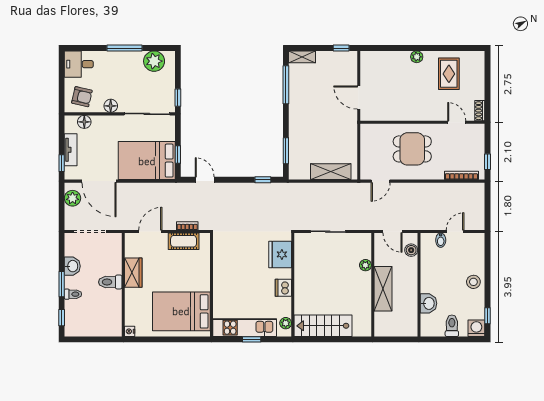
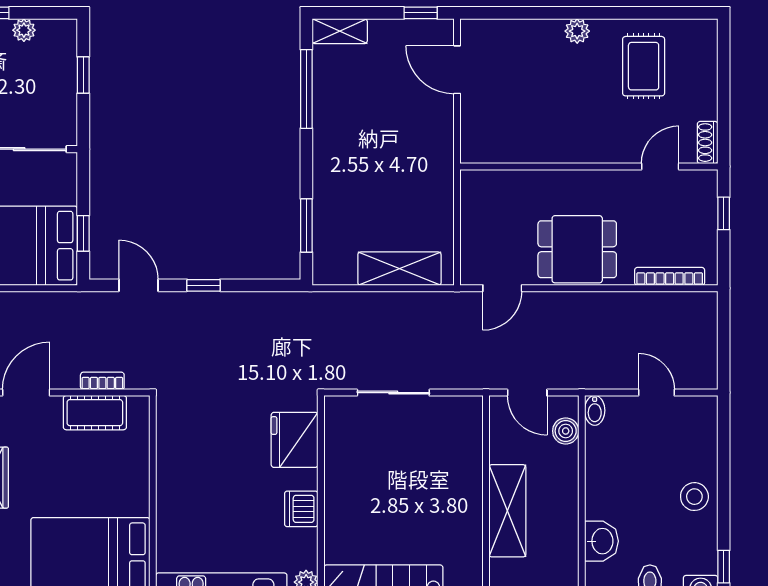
plant: (154, 61) -> (24, 30), width x0.53, depth x0.53
window: (178, 98) -> (83, 75), moved
door: (359, 98) -> (457, 70), moved
door: (457, 122) -> (660, 167), hinge flipped
dining table: (412, 149) -> (577, 249), moved
window: (488, 162) -> (724, 213), moved
window: (263, 180) -> (203, 285), moved
door: (455, 232) -> (656, 393), hinge flipped
bidet: (441, 240) -> (595, 410), moved
plant: (365, 265) -> (471, 462), removed

